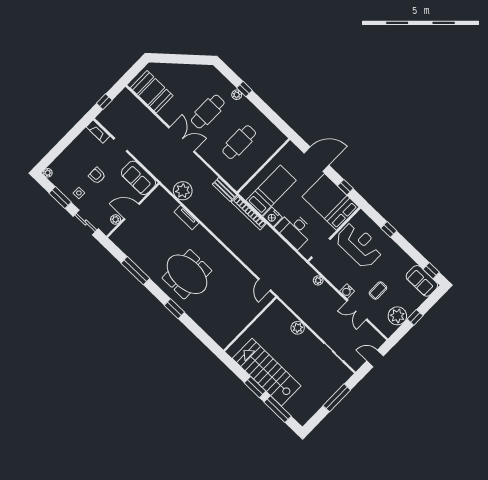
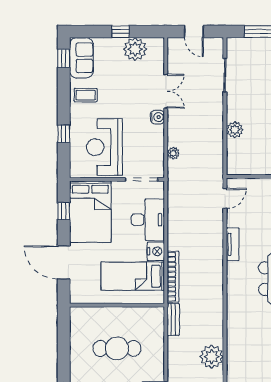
tv unit: (186, 217) -> (233, 244), moved
coffee table: (378, 291) -> (86, 95), moved

